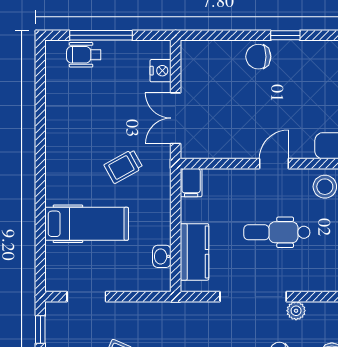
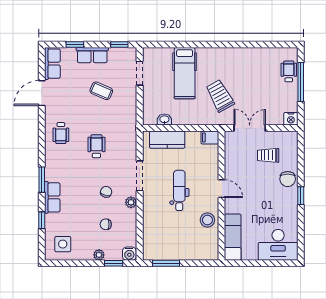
chair: (258, 57) -> (288, 179), turned 180
nightstand: (161, 71) -> (291, 119), moved
trolley: (220, 88) -> (268, 155), added
trolley: (123, 166) -> (220, 96), width x1.36, depth x1.39
doorway: (253, 297) -> (140, 176), width x0.73

